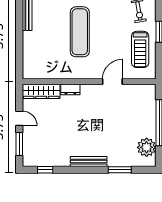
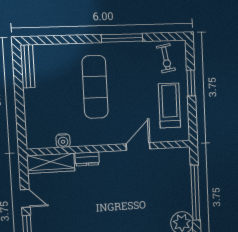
treadmill: (140, 49) -> (170, 105), turned 180
water cooler: (52, 74) -> (63, 141), added

